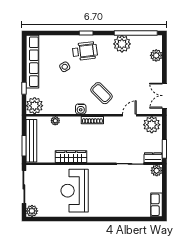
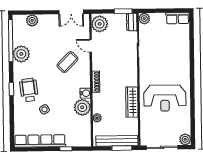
coffee table: (102, 93) -> (67, 62), moved
plant: (35, 106) -> (82, 107), moved

